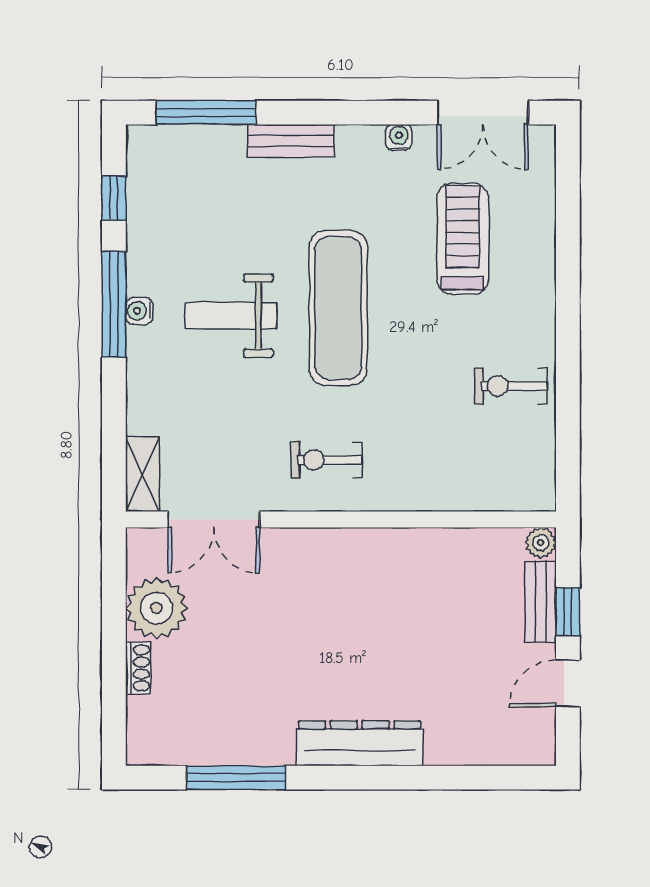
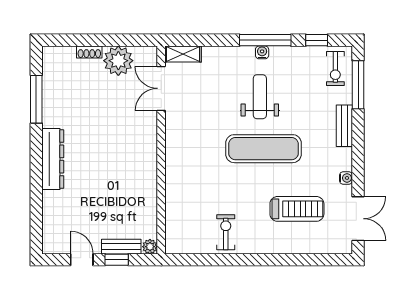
double door: (483, 113) -> (358, 219), swing flipped
exercise bike: (326, 460) -> (335, 69), moved, turned 180

